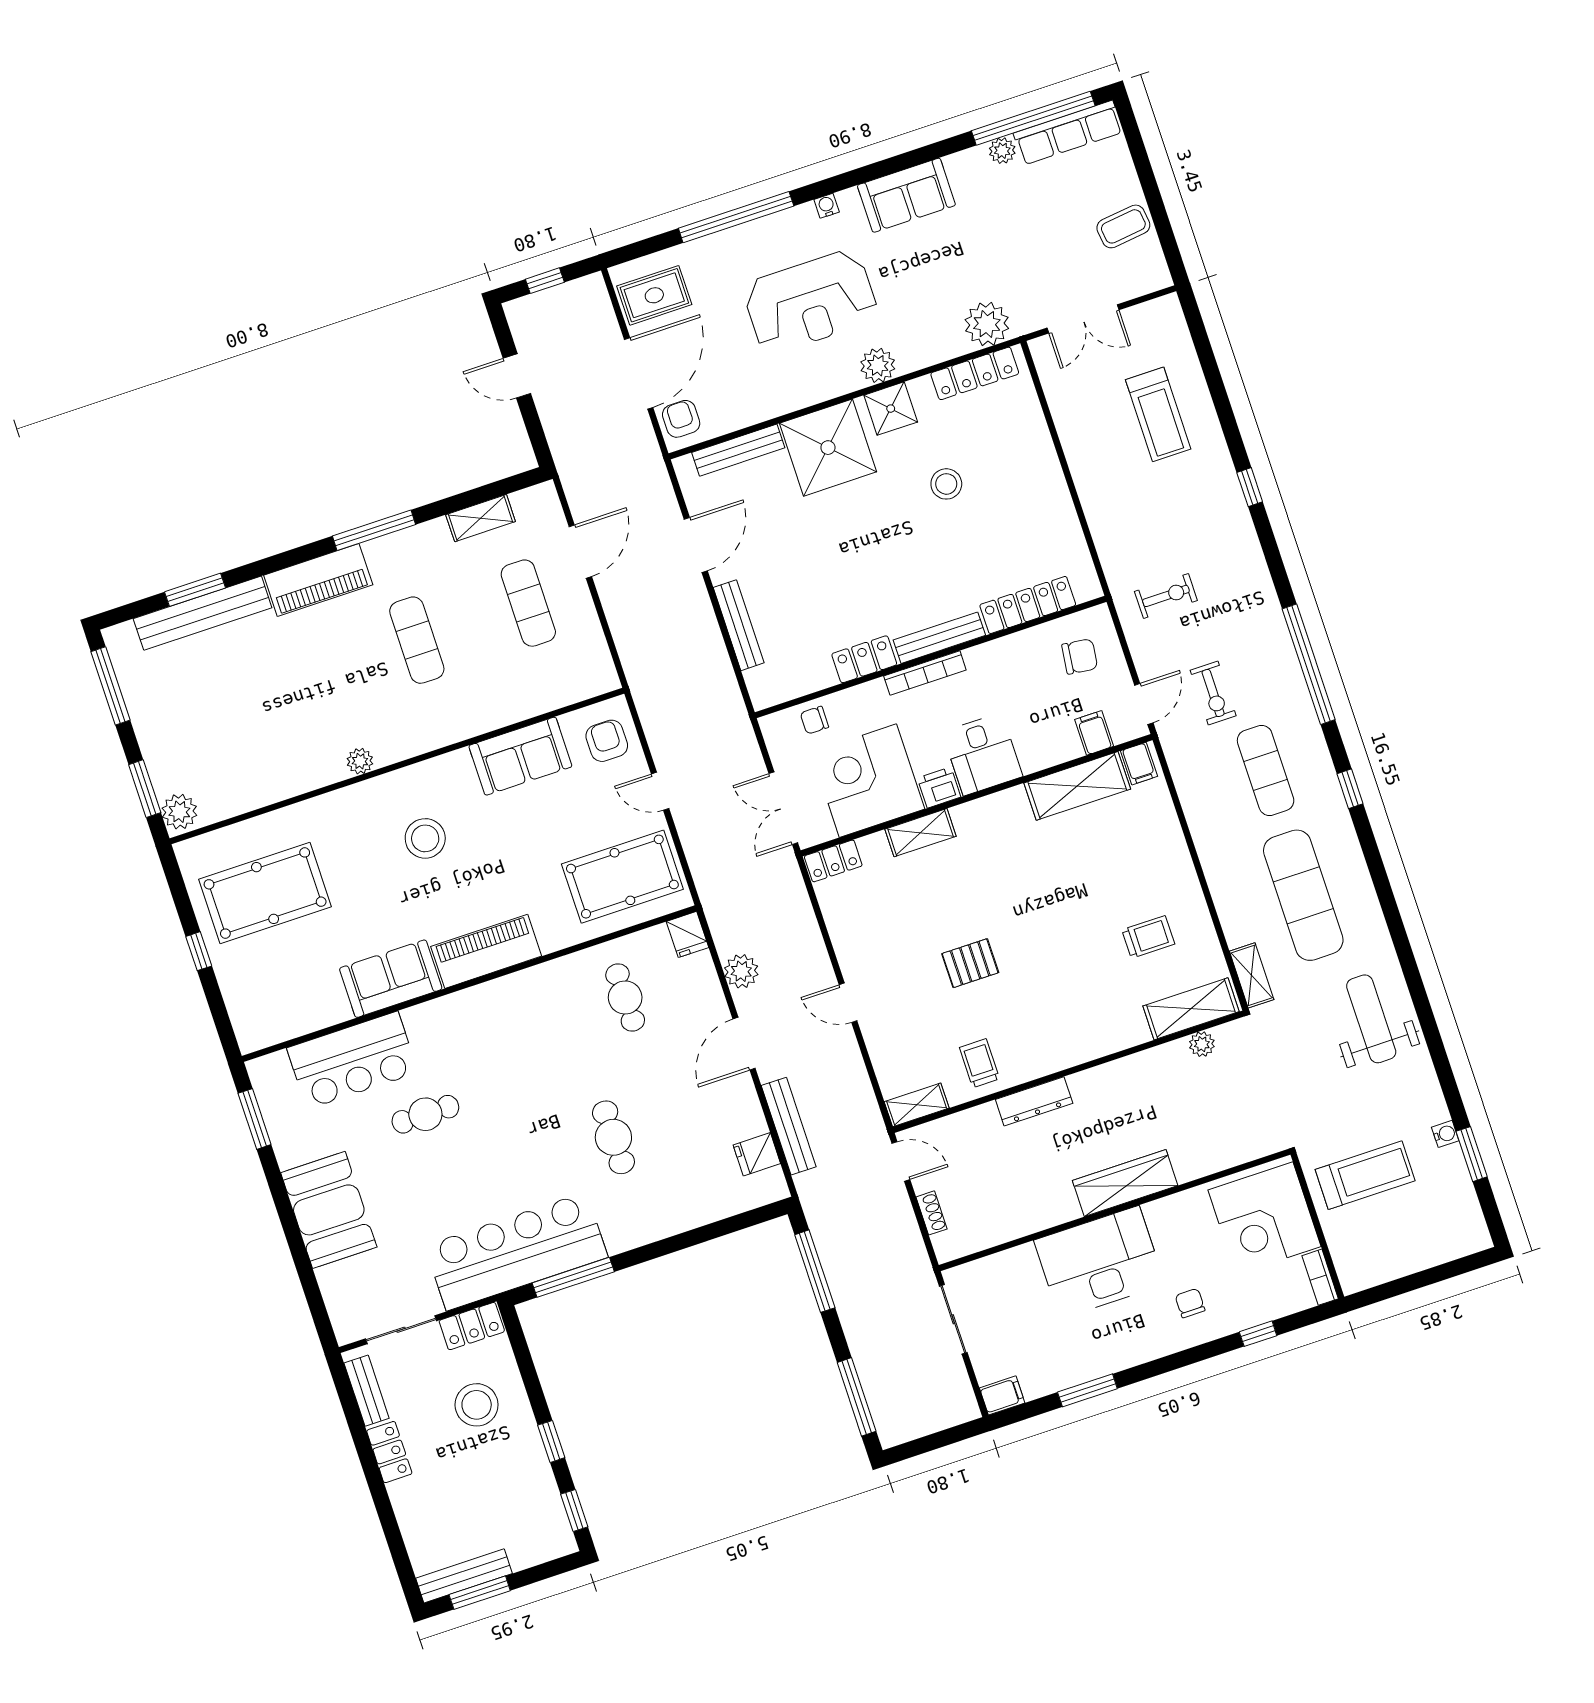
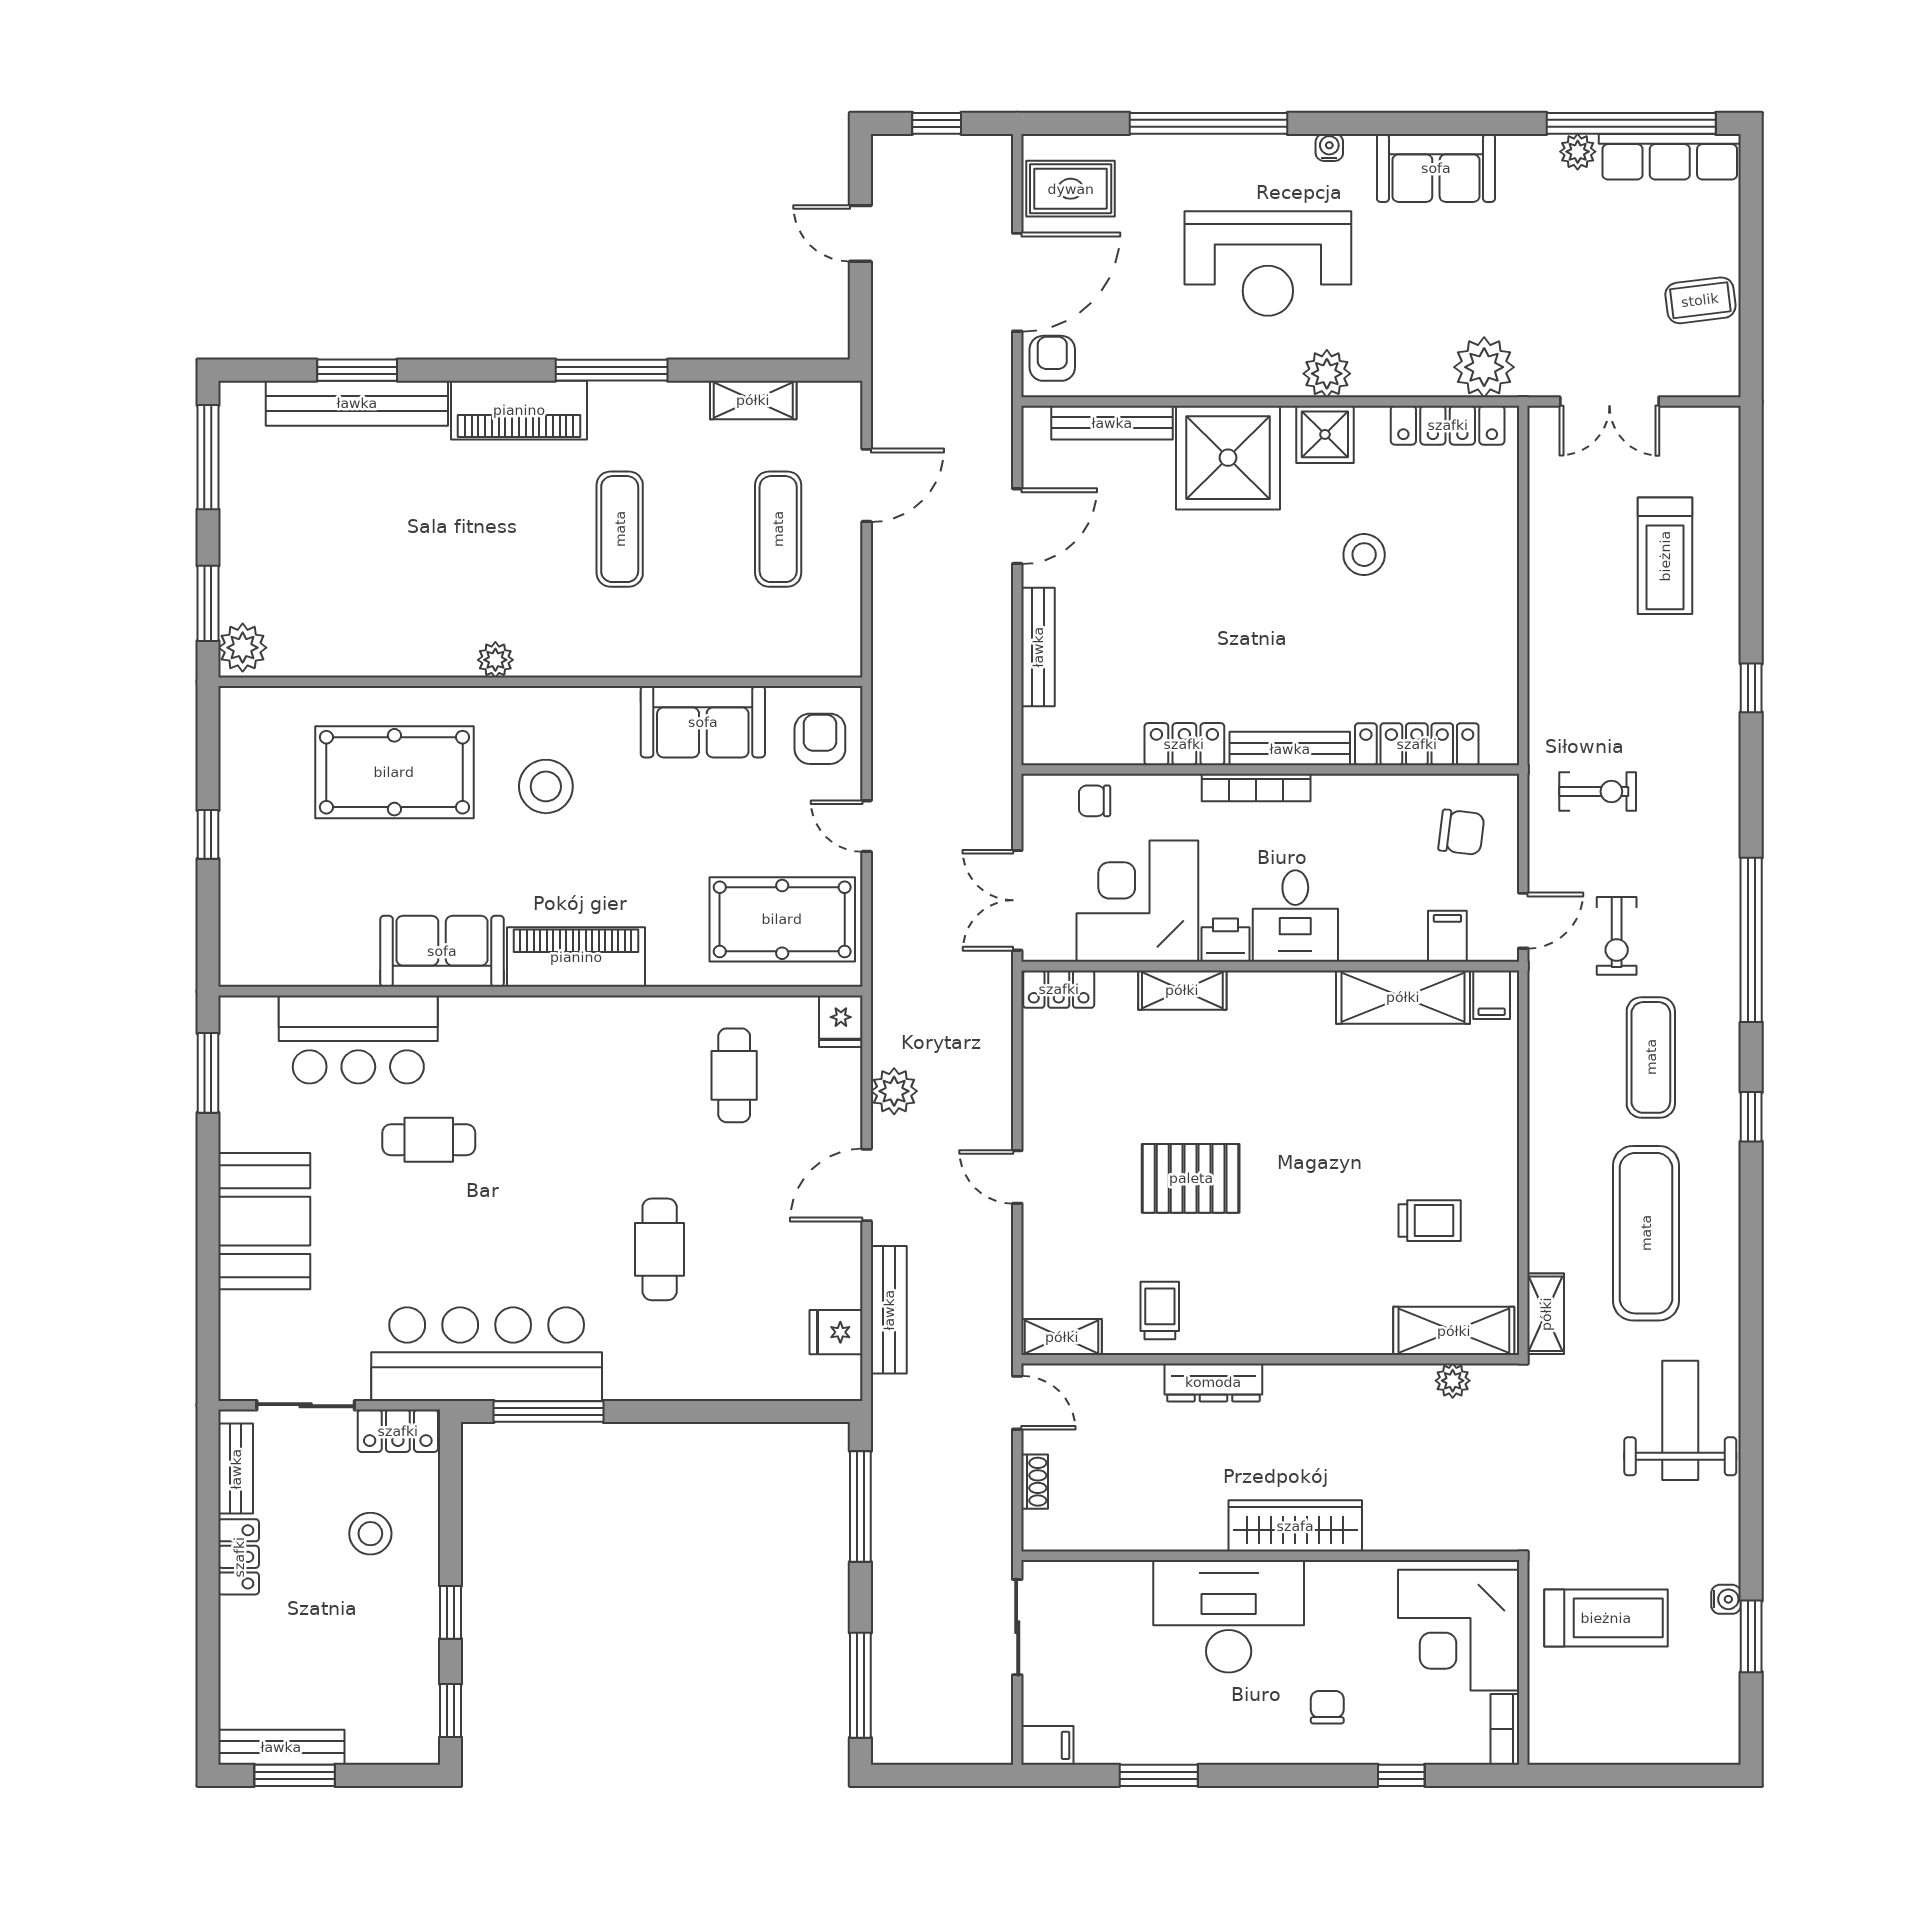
pool table: (265, 893) -> (394, 772), moved
pallet: (970, 963) -> (1191, 1178), width x1.50, depth x1.42
stool: (477, 1405) -> (370, 1534), width x0.73, depth x0.73

